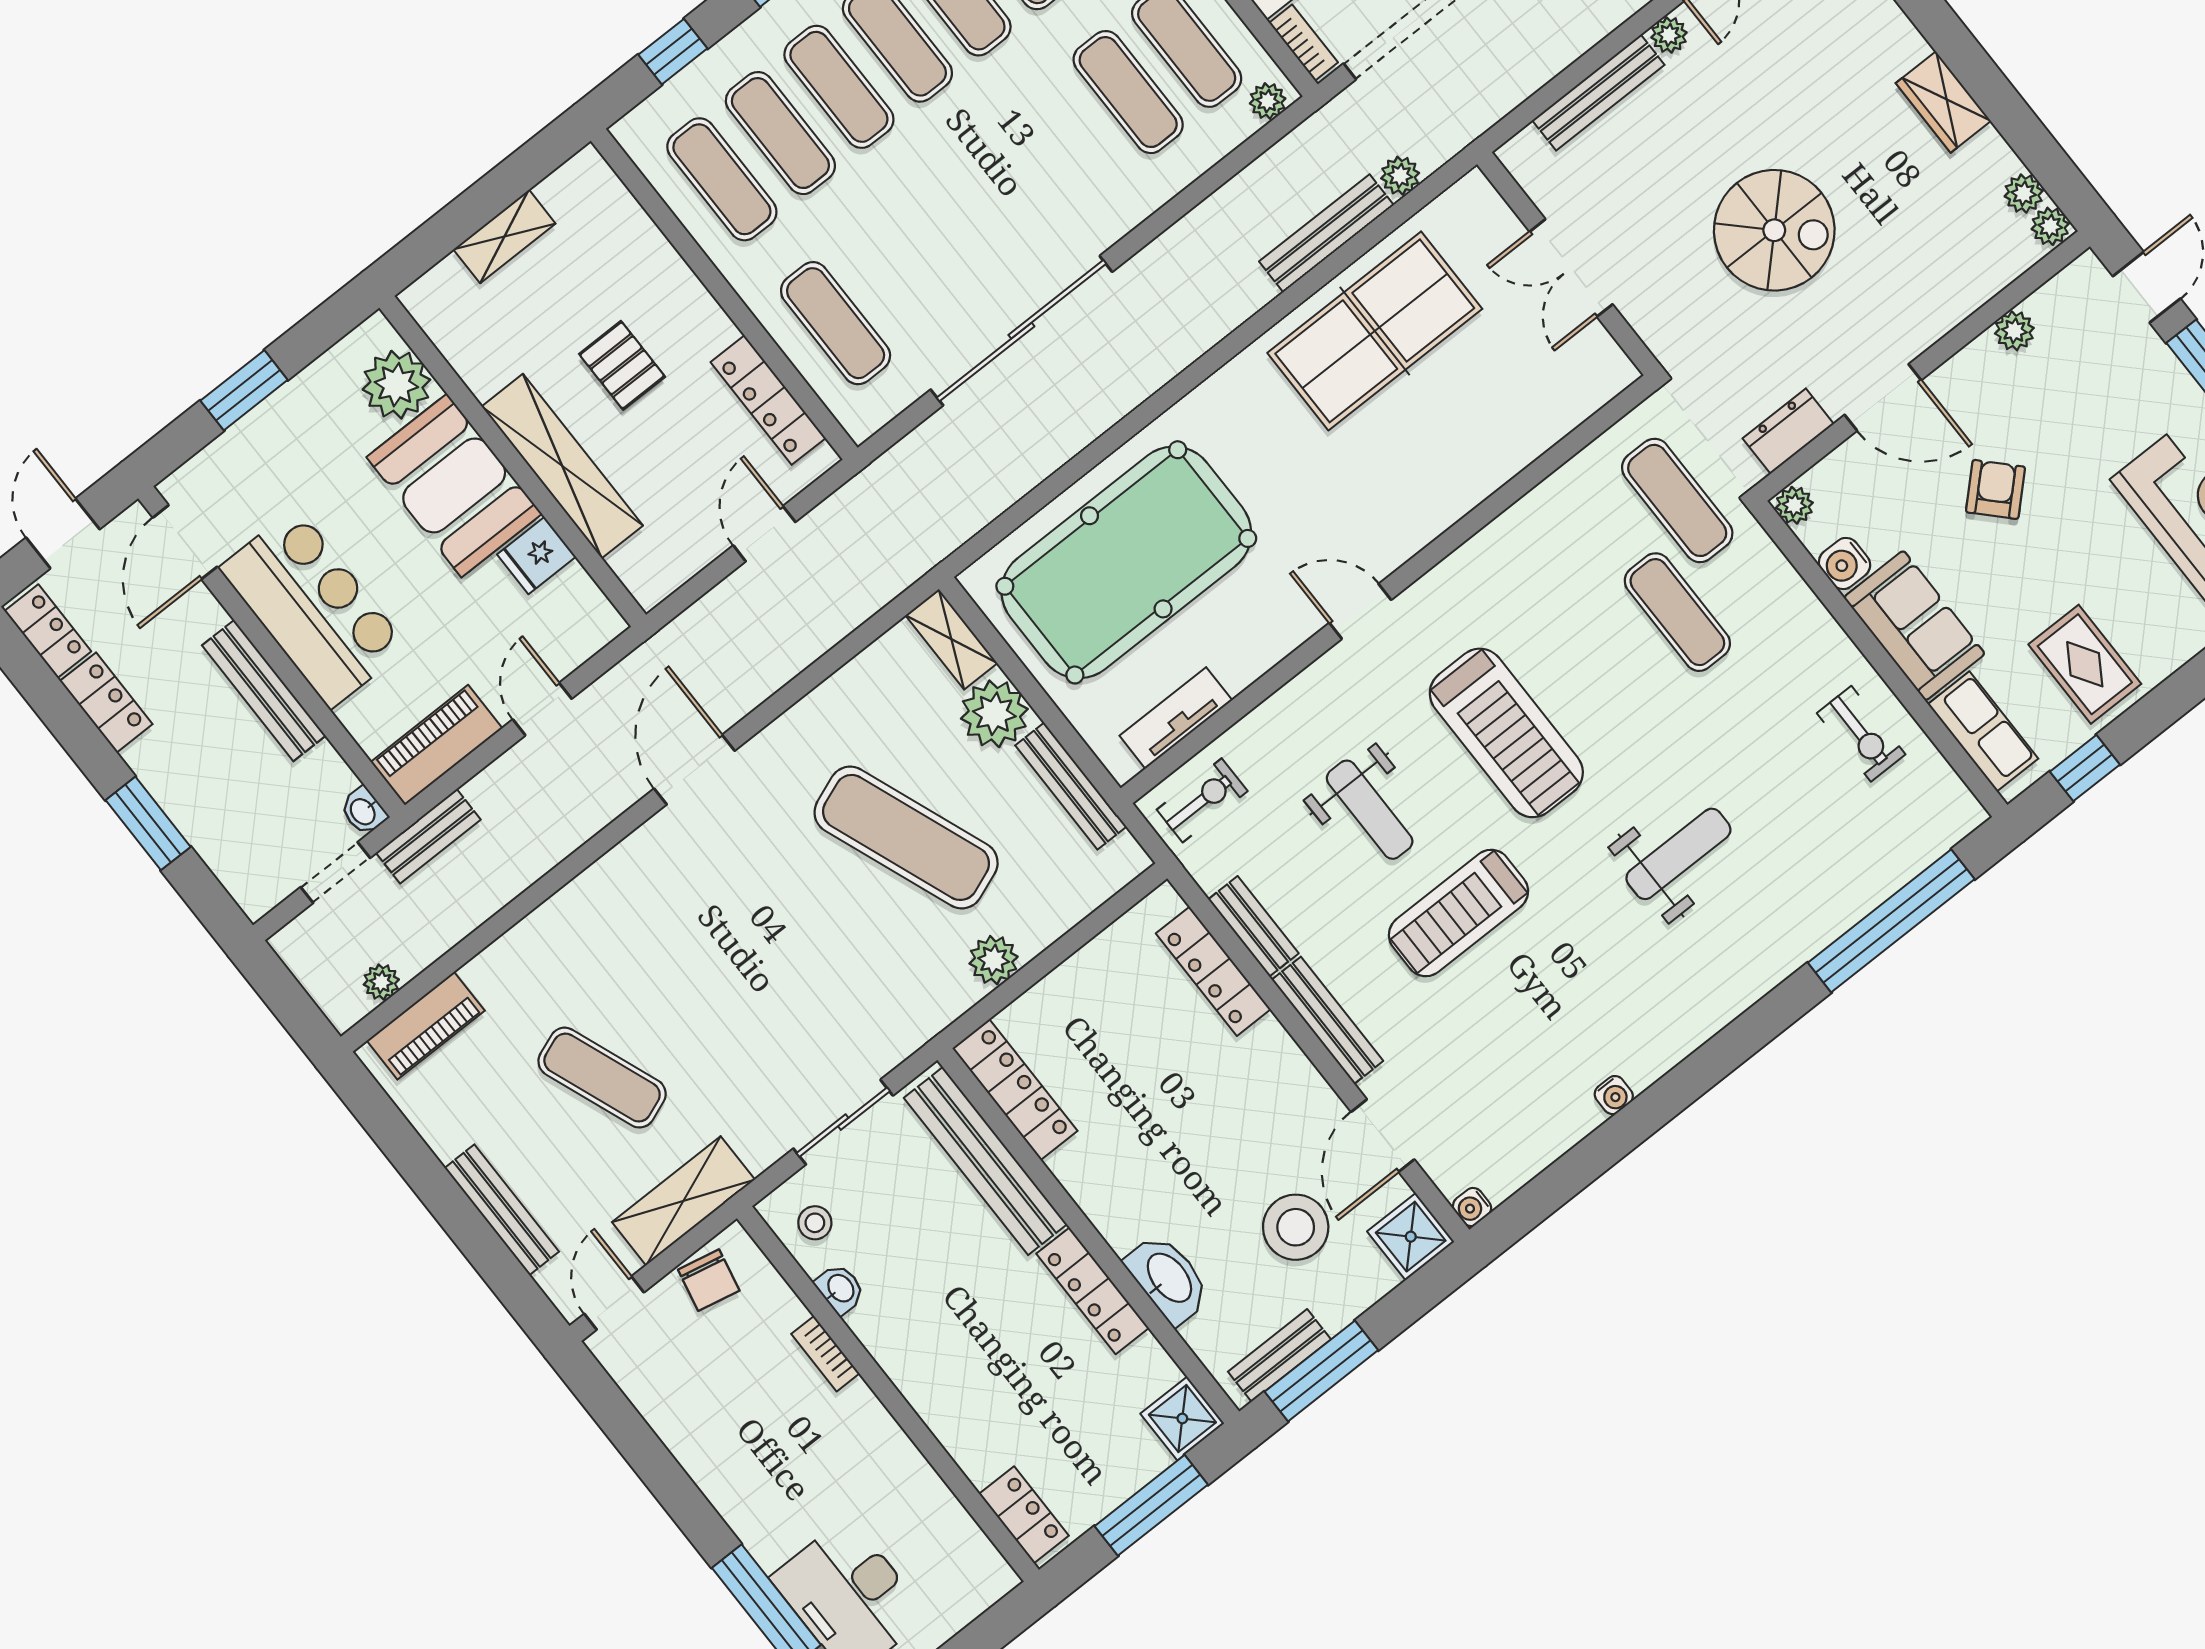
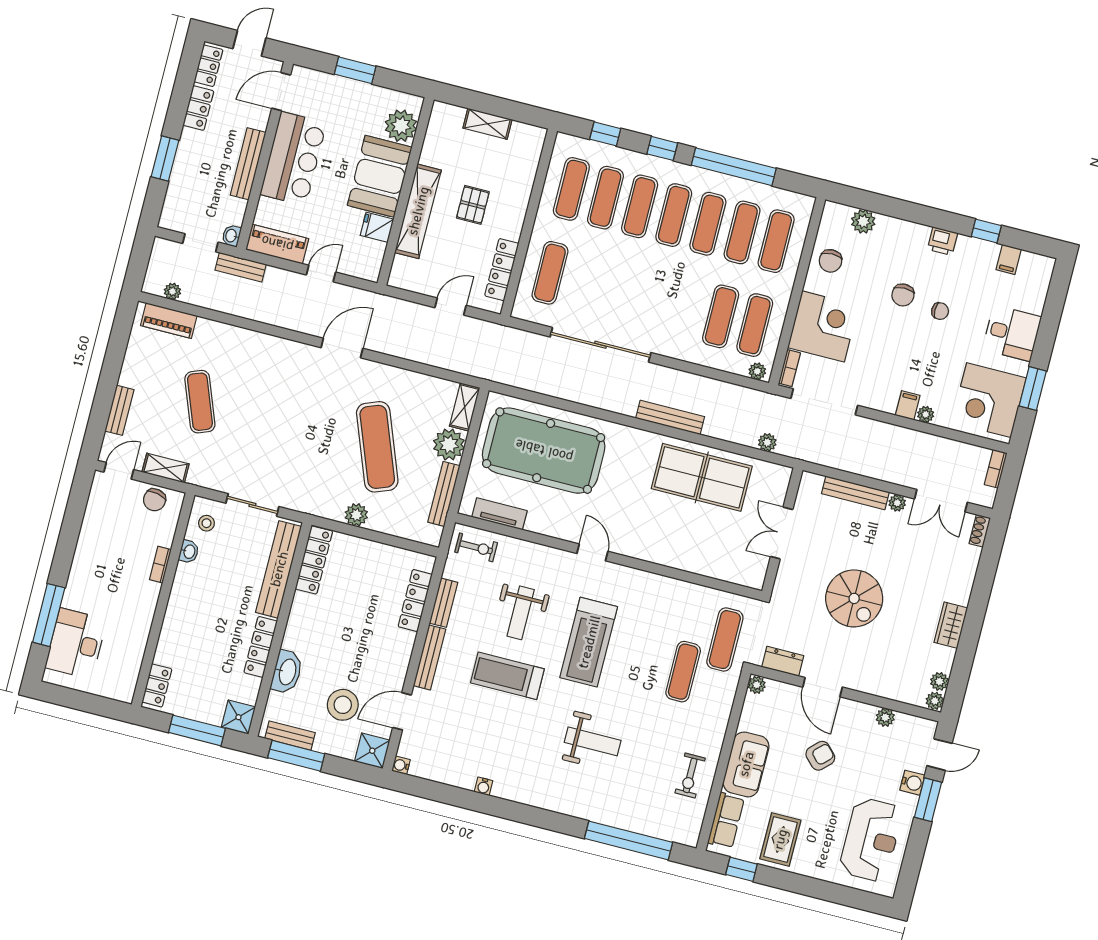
bench: (1326, 233) -> (670, 417), moved
water cooler: (1845, 563) -> (912, 783), moved, turned 180
shelving: (683, 1201) -> (166, 468), width x0.67, depth x0.75
bench: (502, 1210) -> (119, 410), width x0.73

